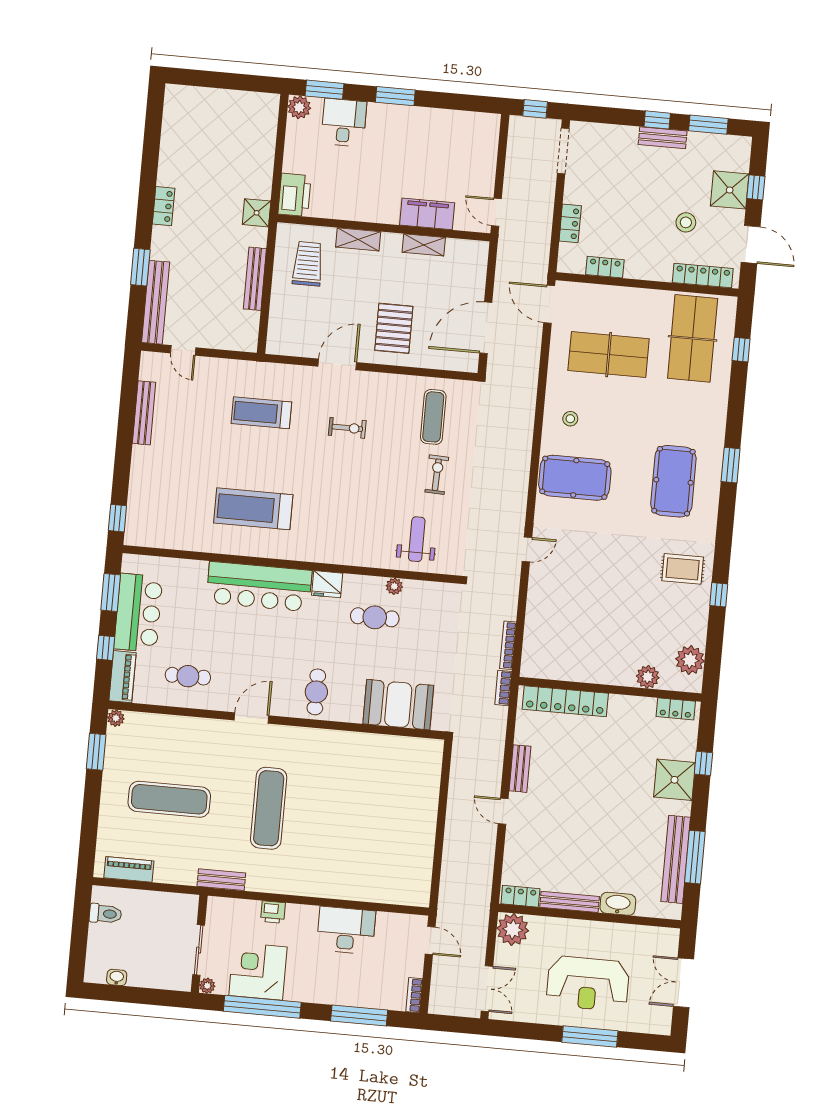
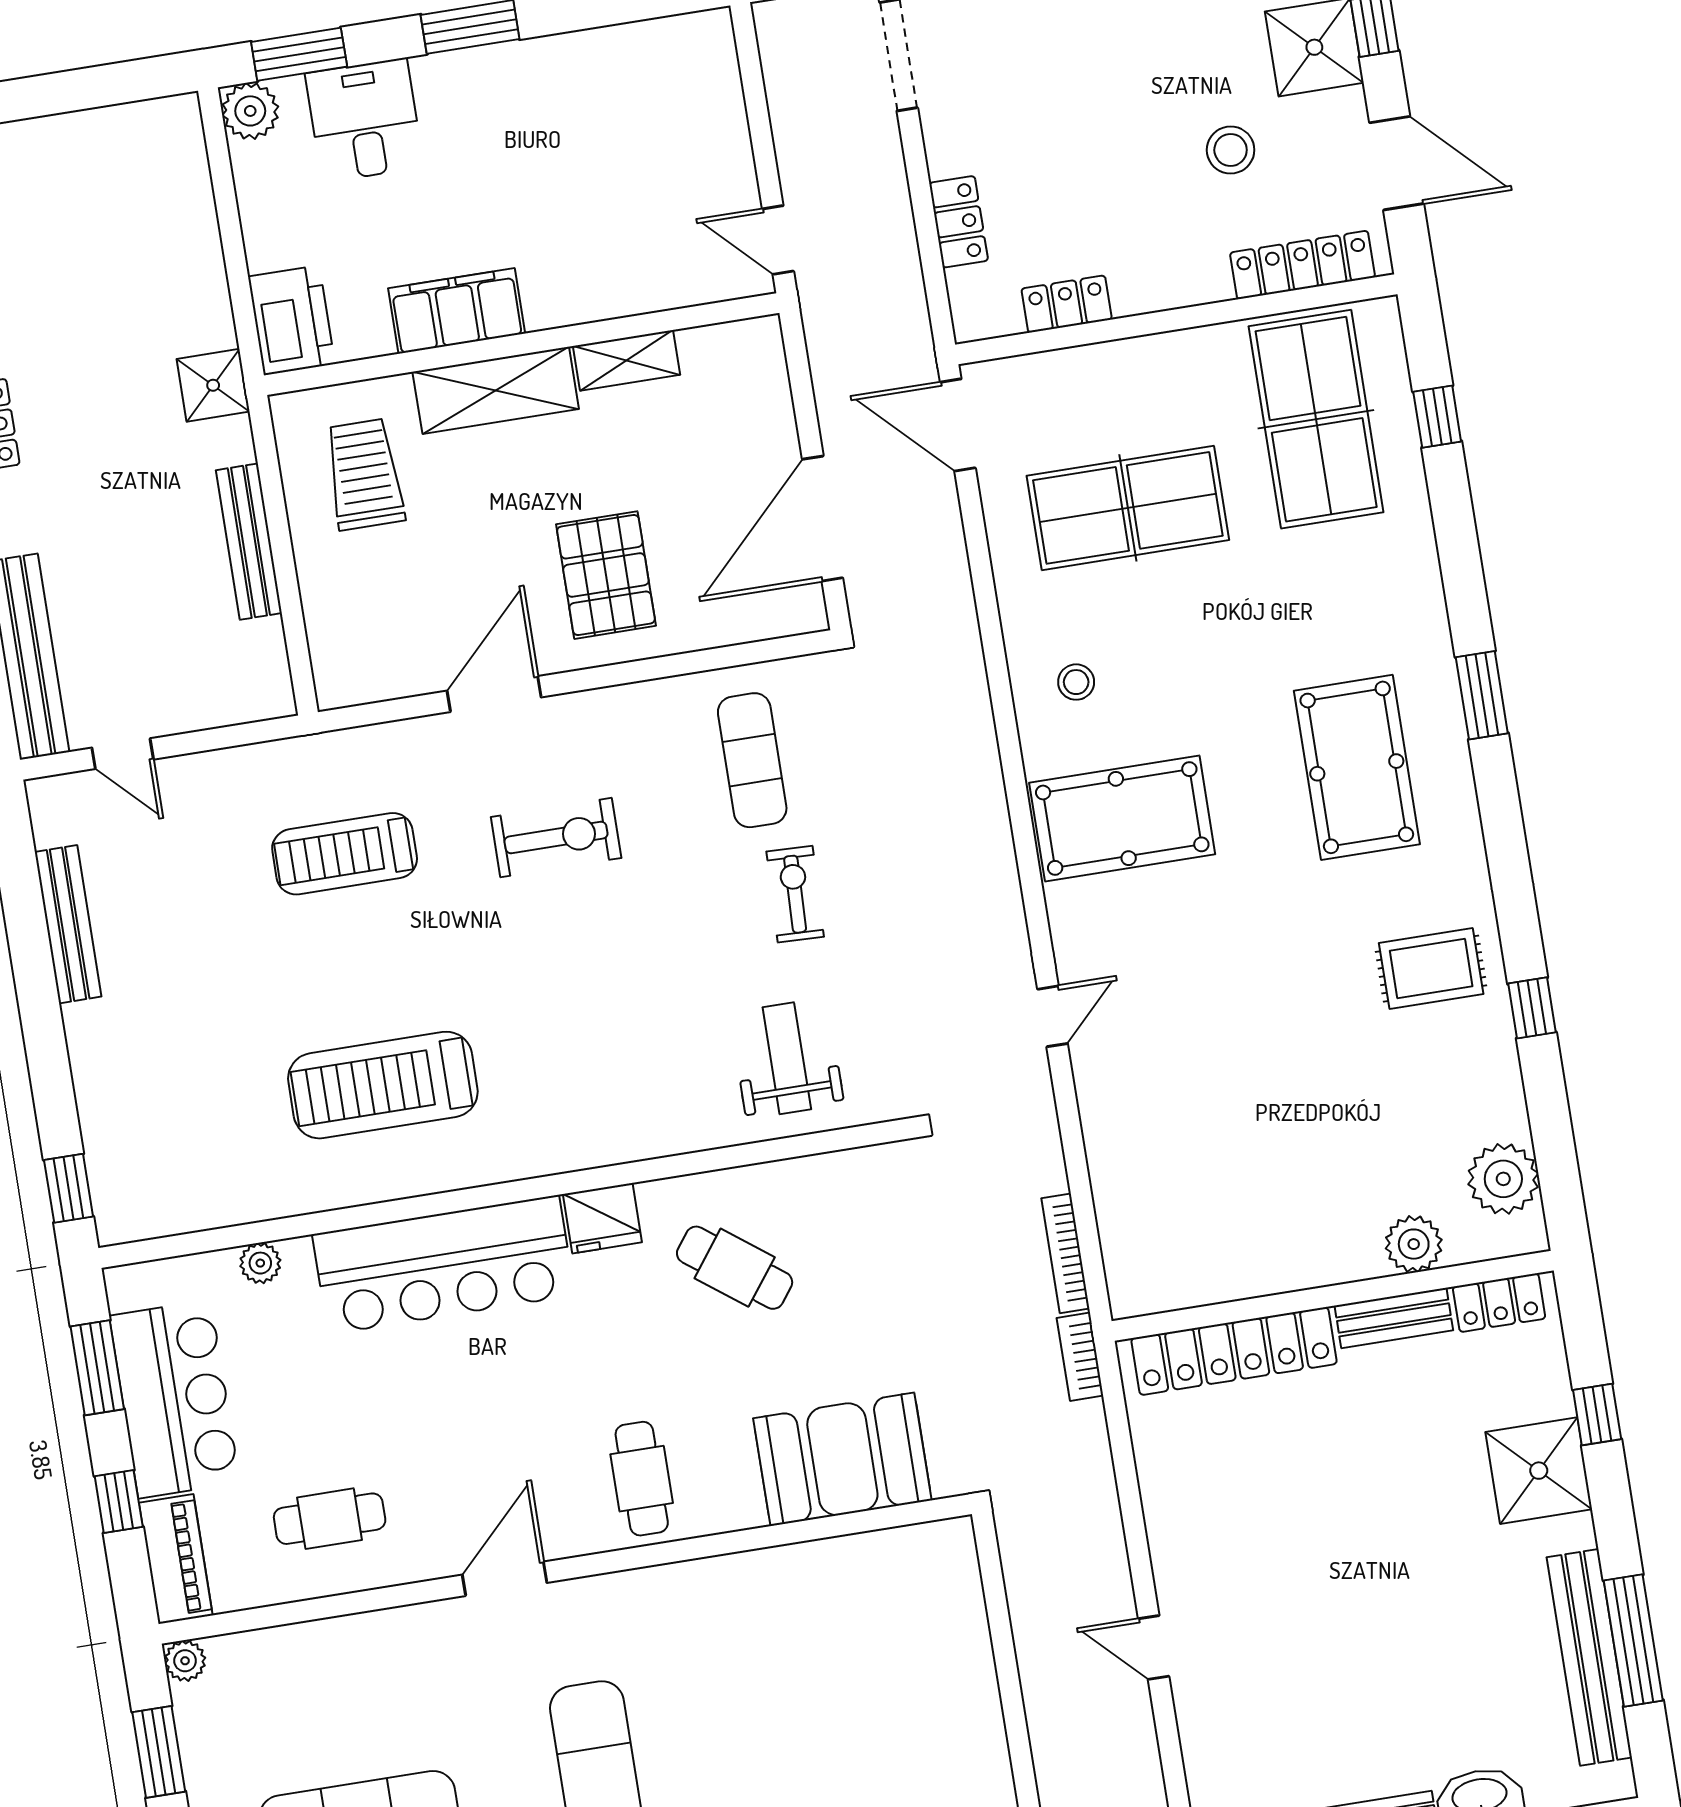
filing cabinet: (427, 214) -> (457, 311), moved
shelving: (358, 239) -> (496, 390), width x1.50, depth x1.33
exercise bike: (347, 428) -> (556, 838), width x1.38, depth x1.39
plant: (394, 586) -> (260, 1263), moved
cafe table: (375, 617) -> (735, 1268), turned 37
bench: (520, 769) -> (1394, 1318), moved, turned 90

